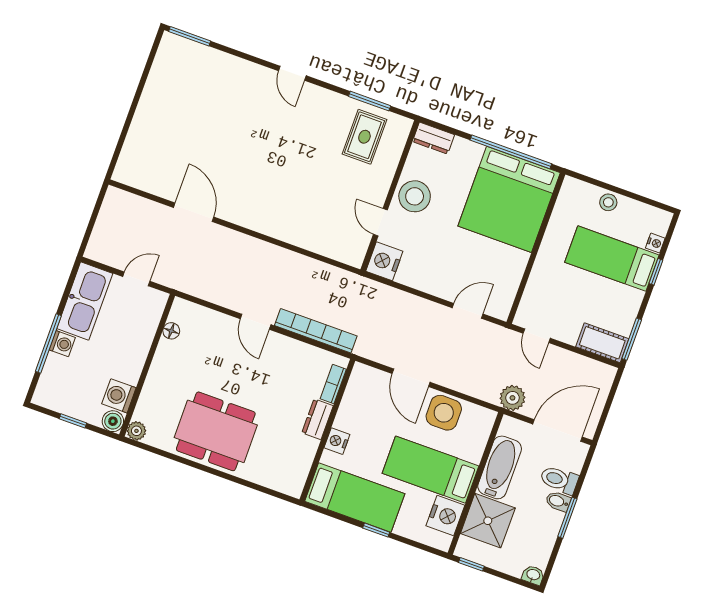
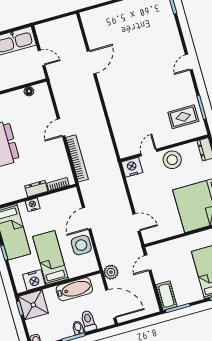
shower: (488, 521) -> (33, 305), moved

